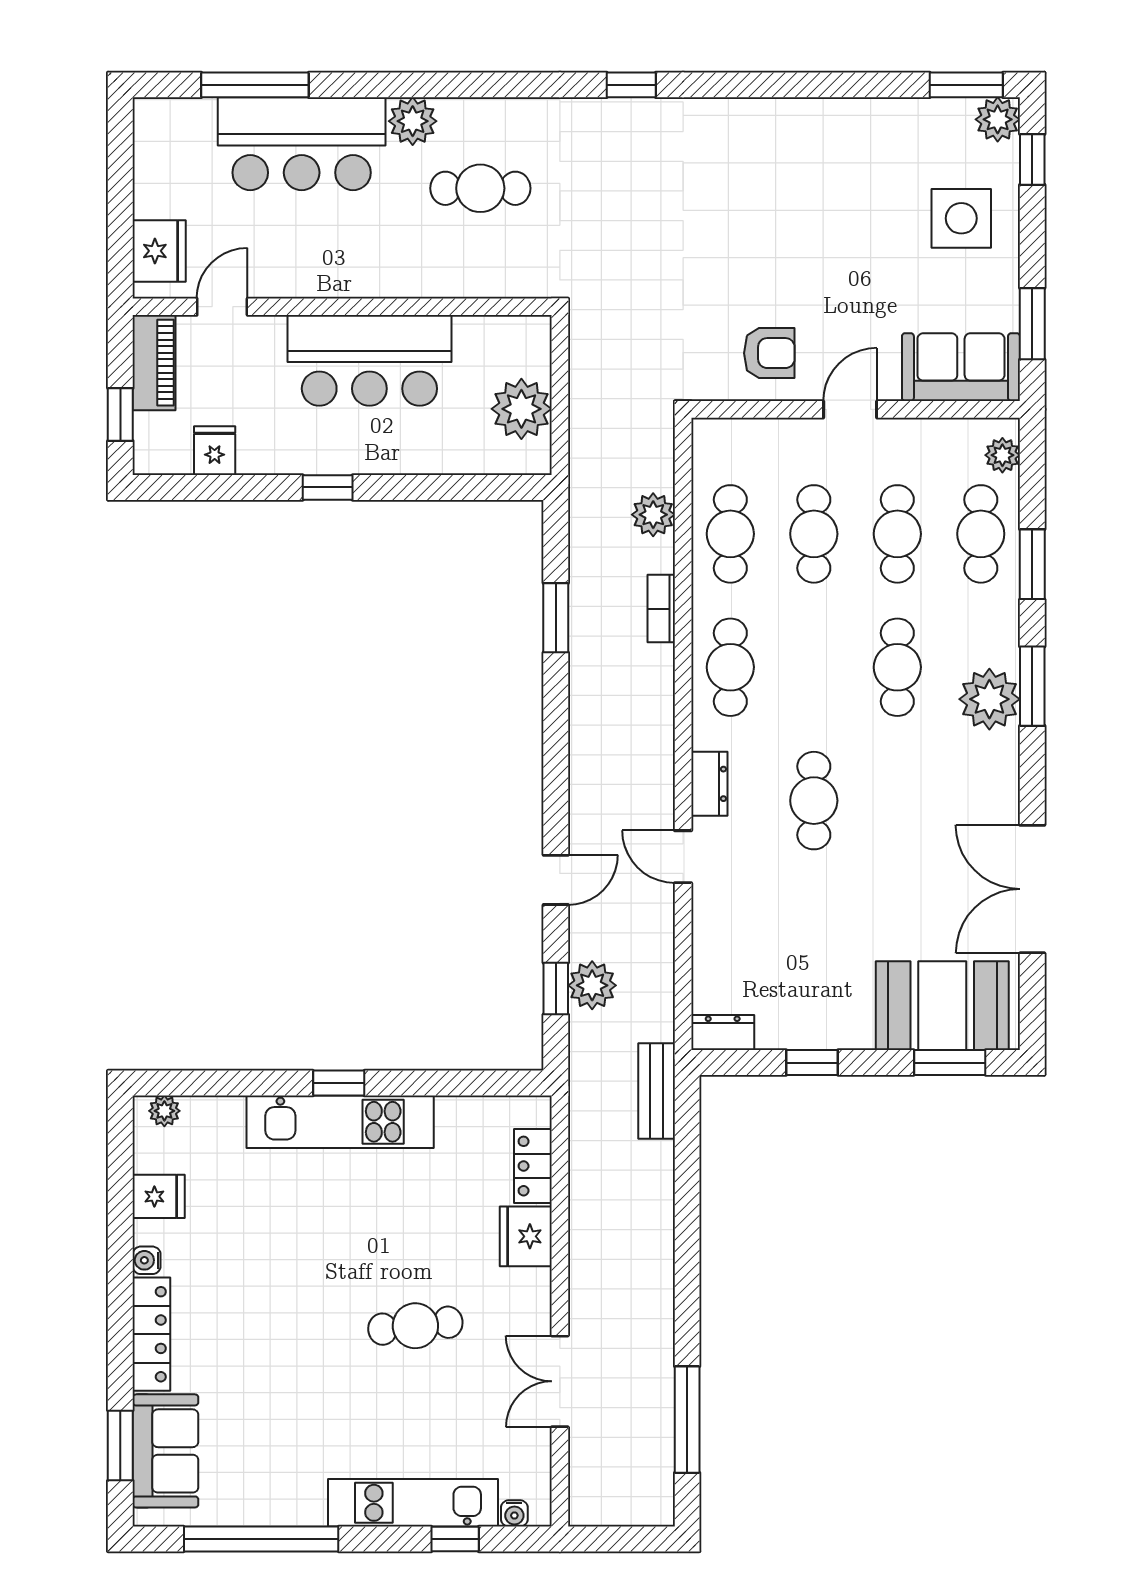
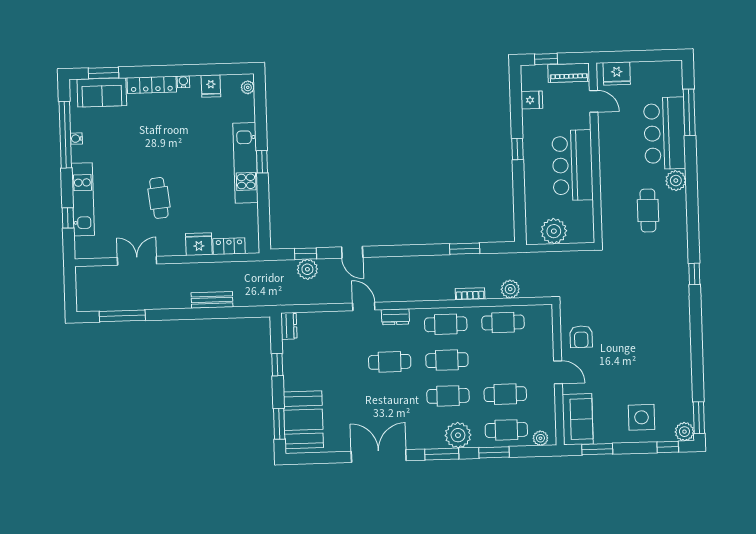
cafe table: (814, 534) -> (447, 360), moved
plant: (989, 699) -> (458, 435), moved
door: (683, 857) -> (364, 307), hinge flipped
double door: (1032, 889) -> (379, 456), moved
bench: (657, 1091) -> (212, 300), moved
water cooler: (514, 1513) -> (76, 139), moved

